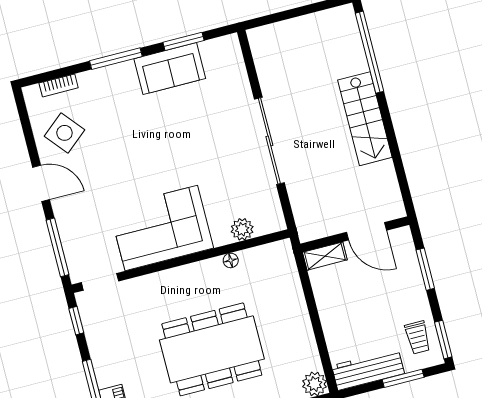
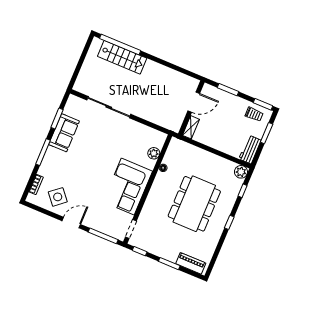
stairs: (365, 119) -> (122, 57), moved
sliding door: (269, 141) -> (109, 107), moved
workbench: (368, 370) -> (250, 150), width x0.73

